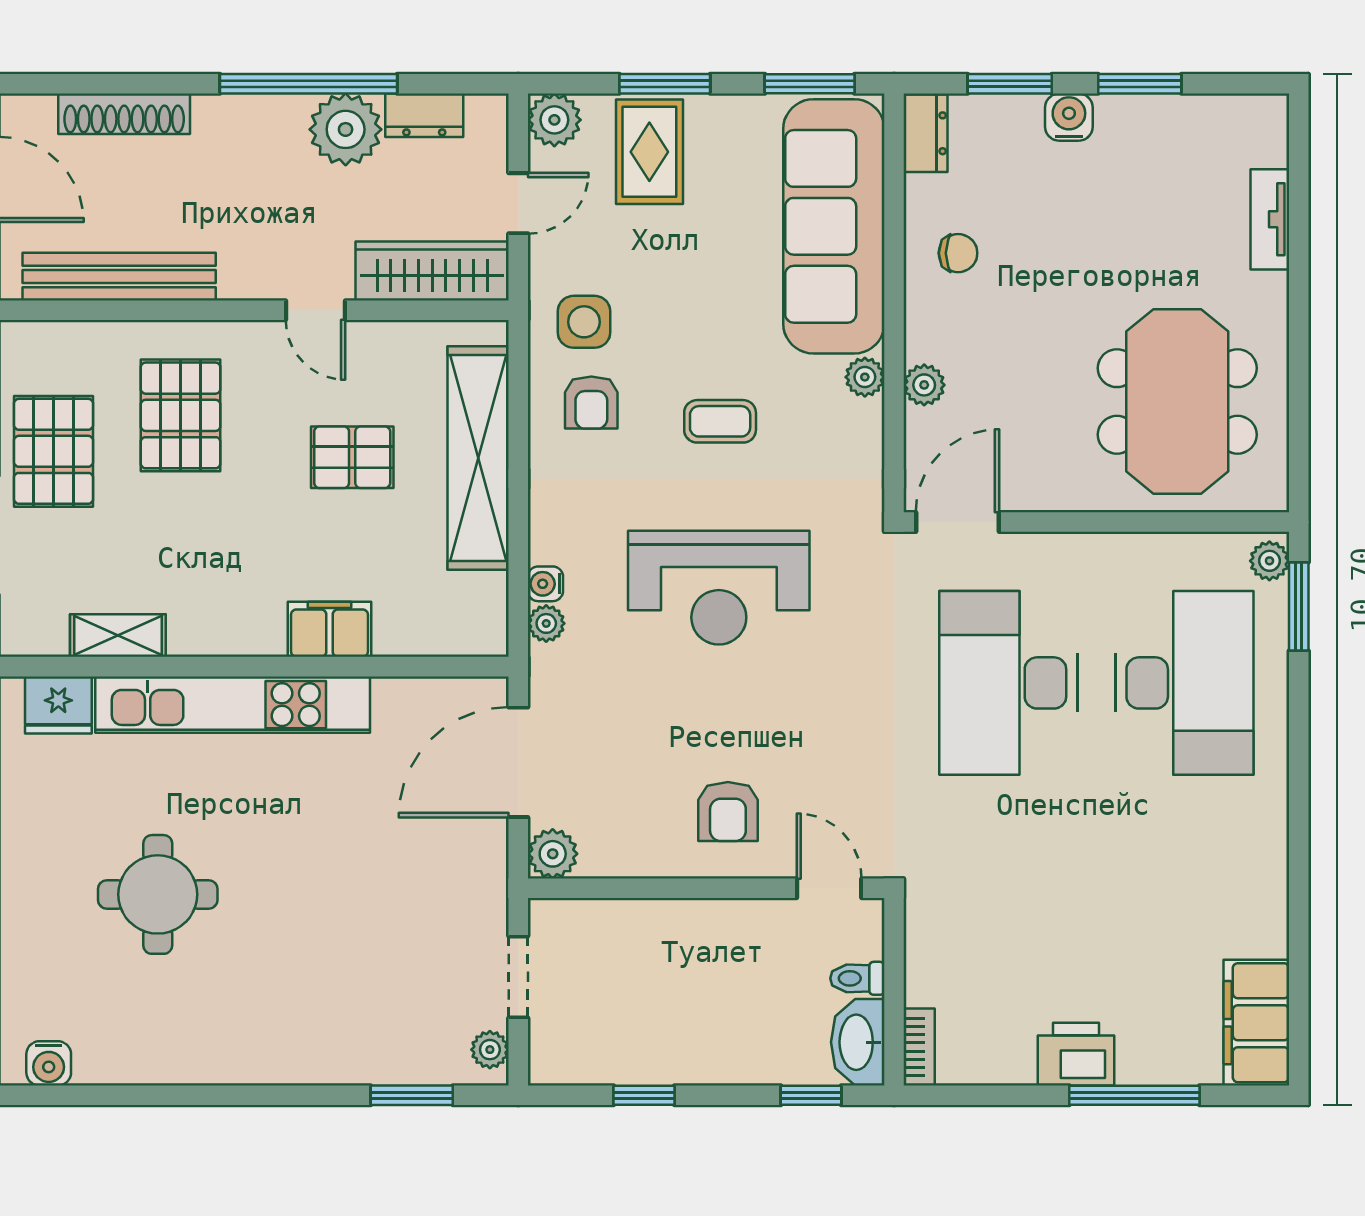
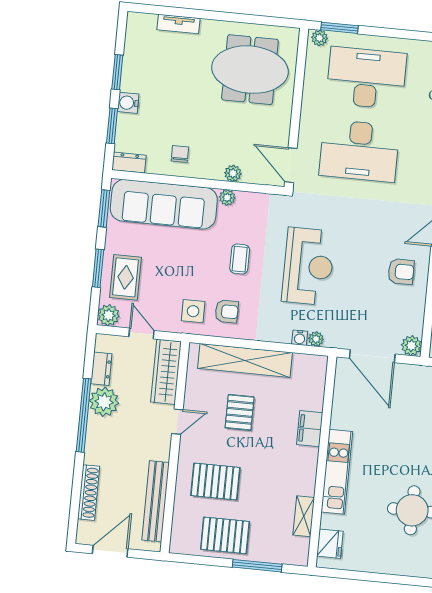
rug: (649, 152) -> (126, 277), turned 90
kitchen unit: (233, 705) -> (337, 472), width x0.73

